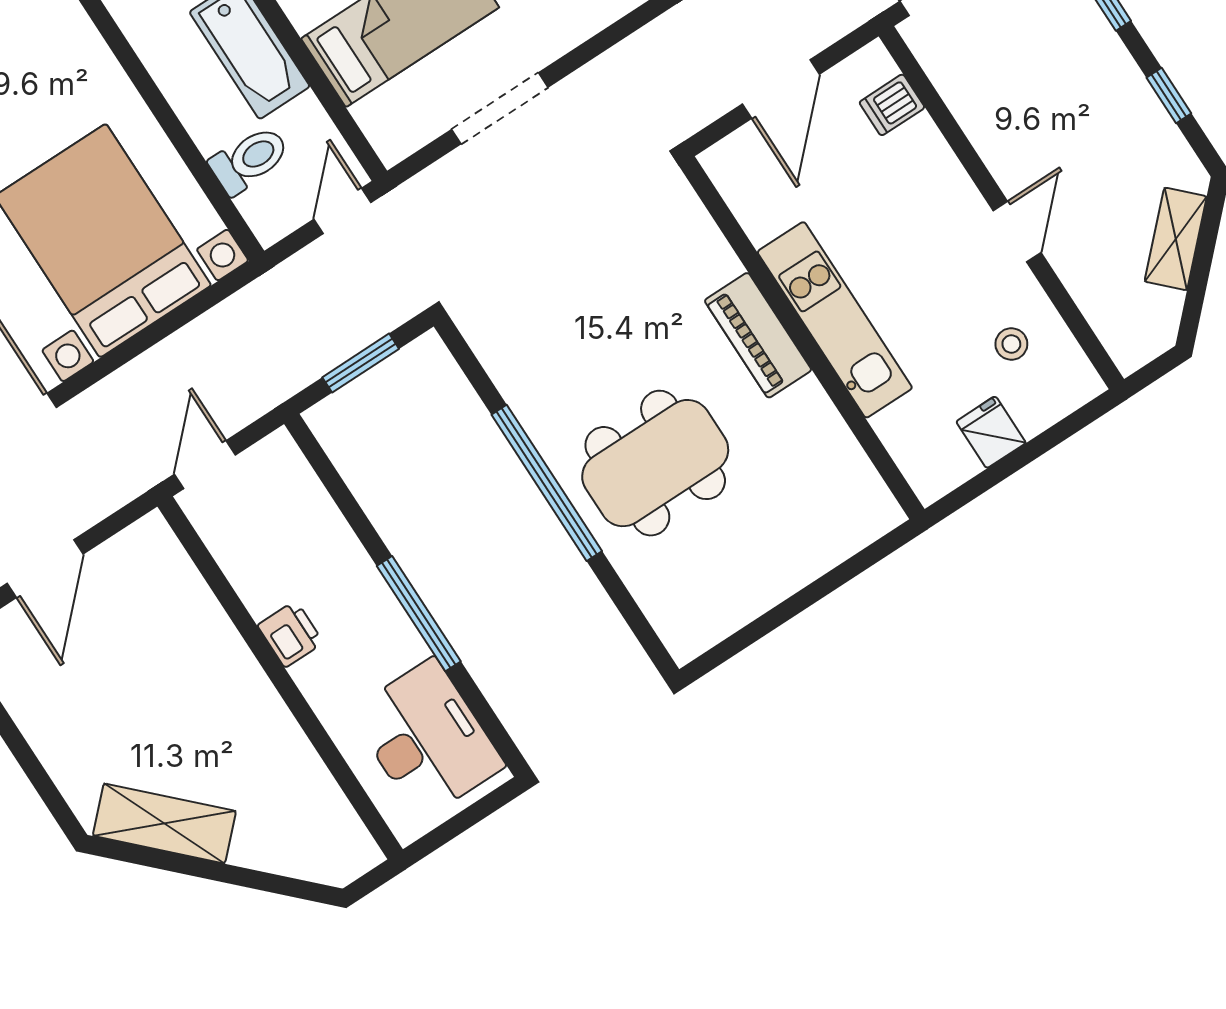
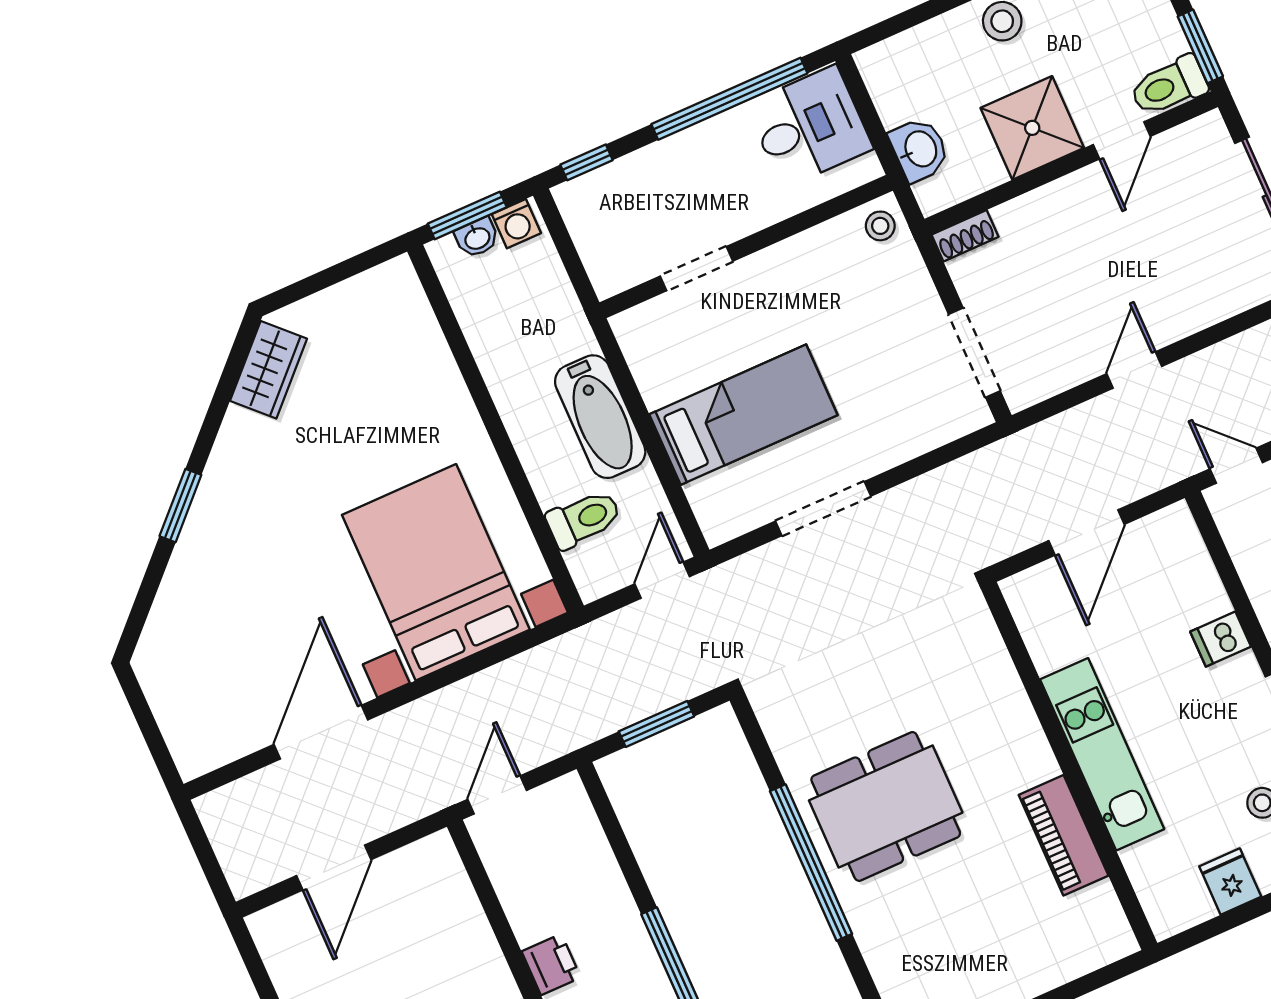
dishwasher: (892, 105) -> (1221, 639), moved
piano: (758, 335) -> (1064, 835), moved
dining table: (655, 463) -> (886, 806), moved

